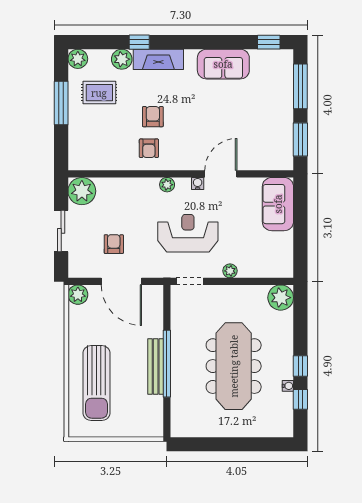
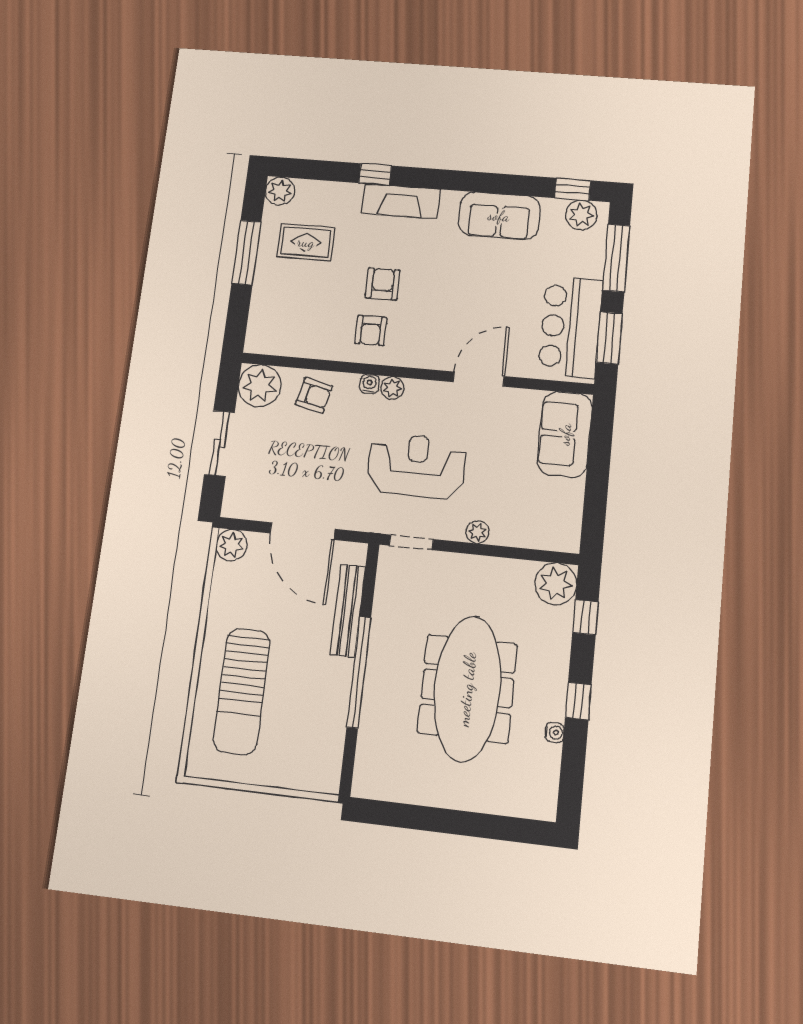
plant: (122, 59) -> (581, 215), moved
bar counter: (275, 135) -> (570, 327), added
water cooler: (198, 183) -> (370, 384), moved
armchair: (114, 244) -> (314, 395), moved, turned 103
bench: (156, 367) -> (348, 611), moved
window: (300, 399) -> (585, 617), moved

